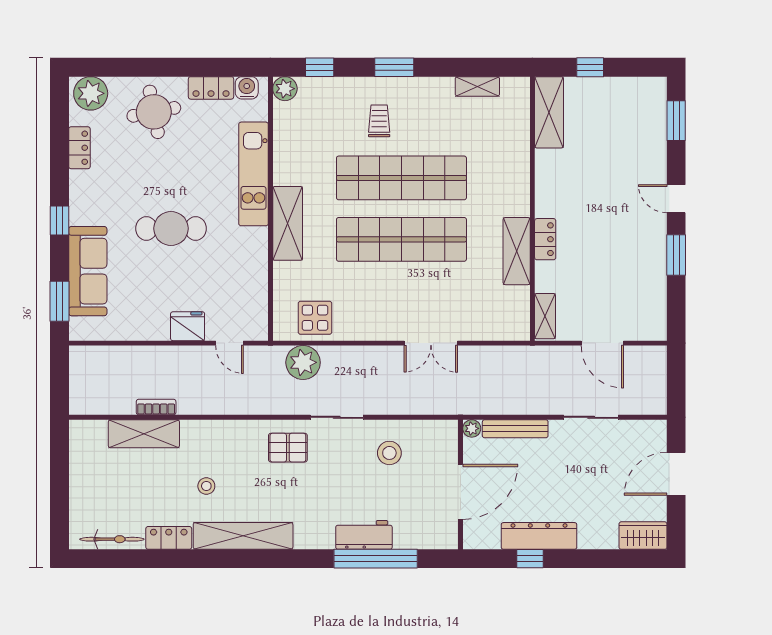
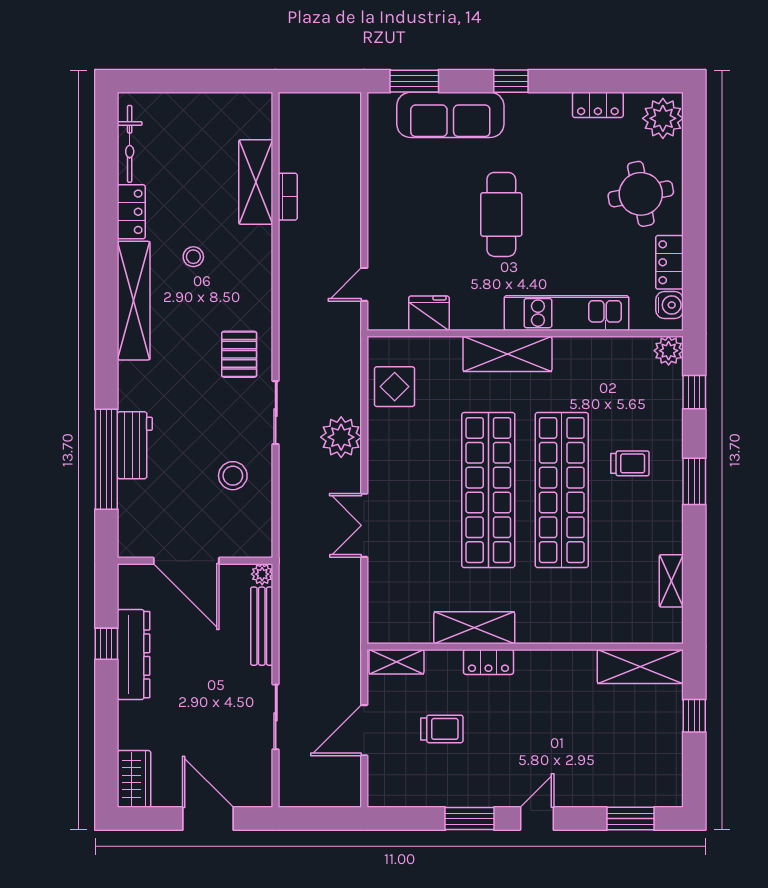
trolley: (601, 278) -> (442, 729), added
fridge: (188, 326) -> (429, 313), moved, turned -90
plant: (303, 362) -> (341, 437), moved

